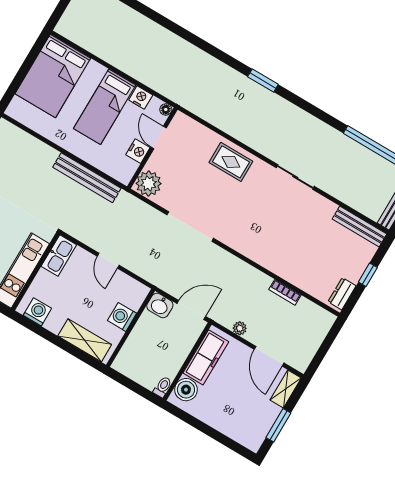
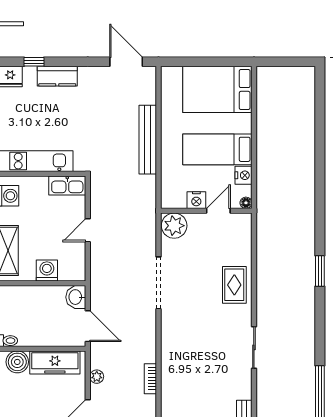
bench: (87, 178) -> (148, 140), moved
bookcase: (285, 292) -> (150, 379), moved

